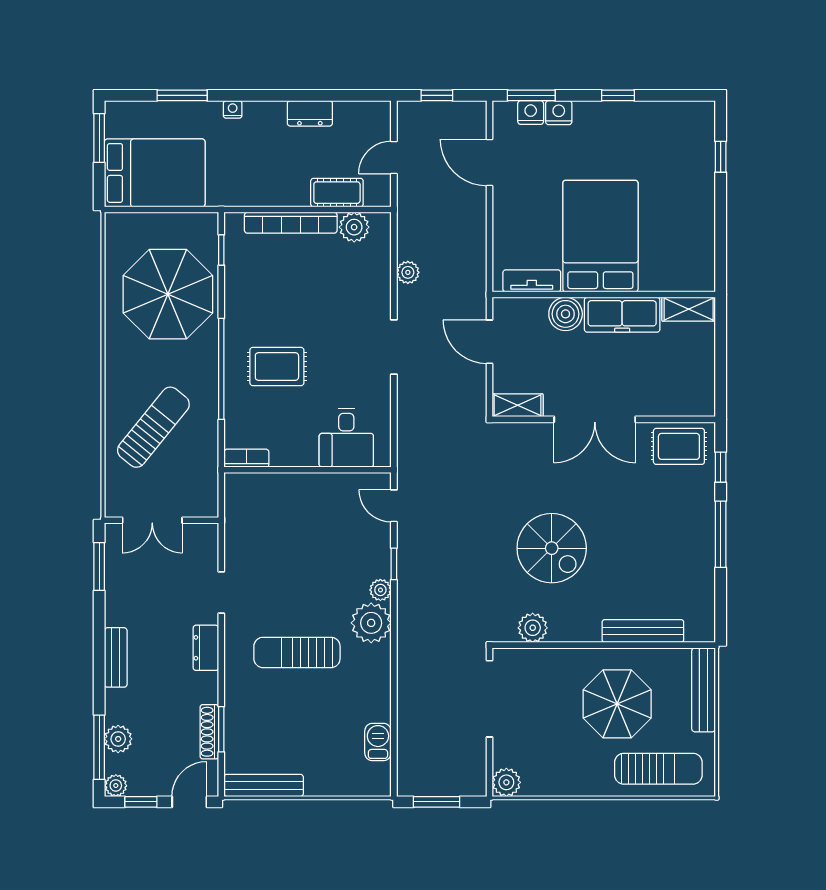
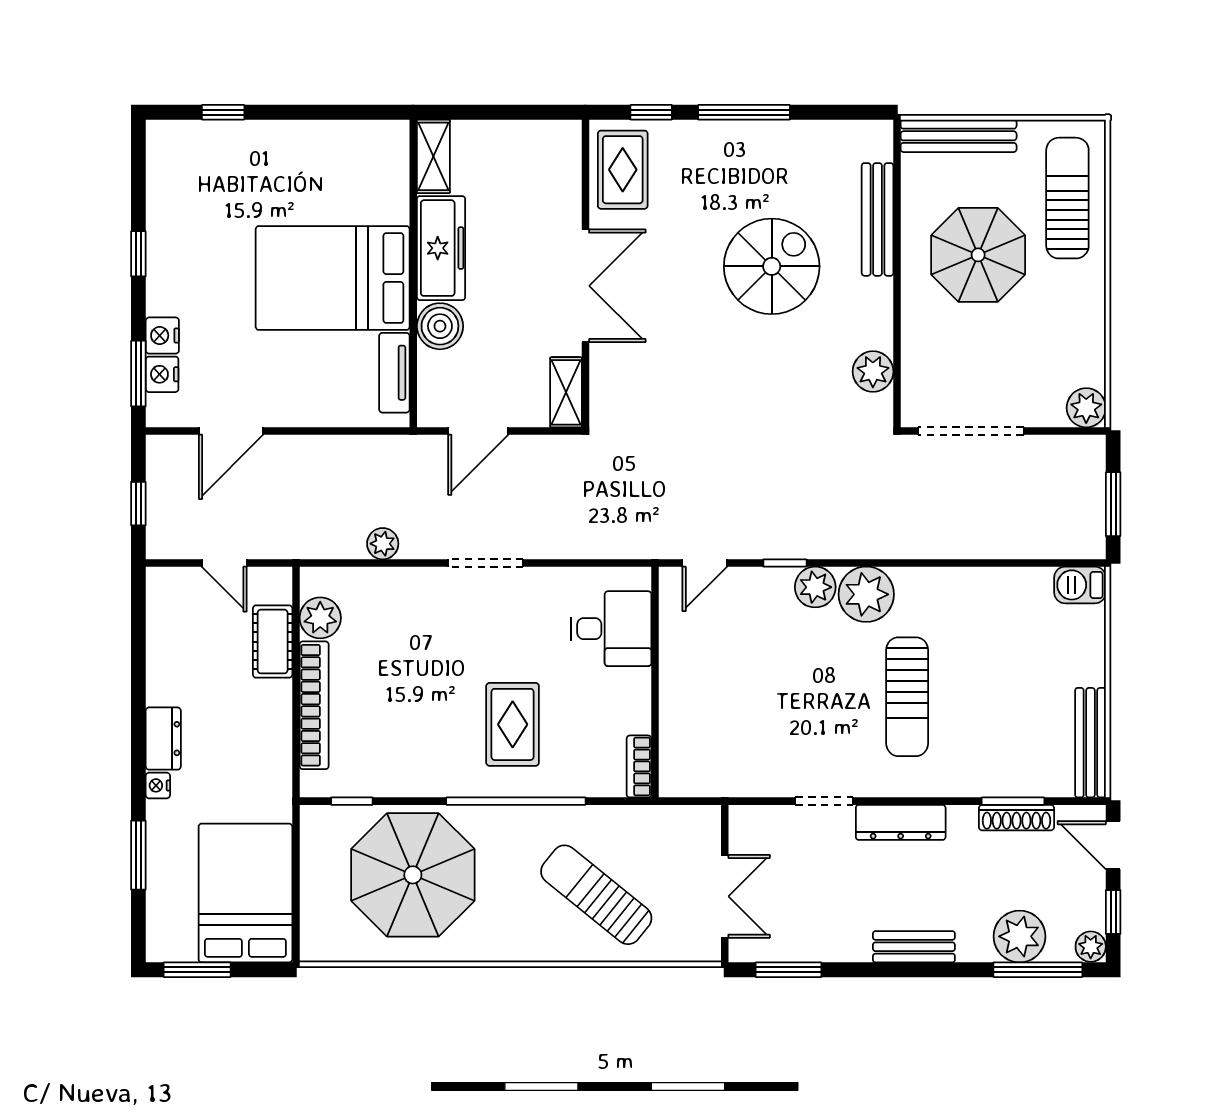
dresser: (310, 113) -> (163, 739), moved
spiral stairs: (552, 548) -> (772, 266), moved
plant: (380, 590) -> (815, 587), width x1.38, depth x1.38
dresser: (206, 648) -> (901, 822), width x1.44
plant: (118, 739) -> (1020, 936), width x1.36, depth x1.36
barbecue: (378, 742) -> (1080, 585), moved

